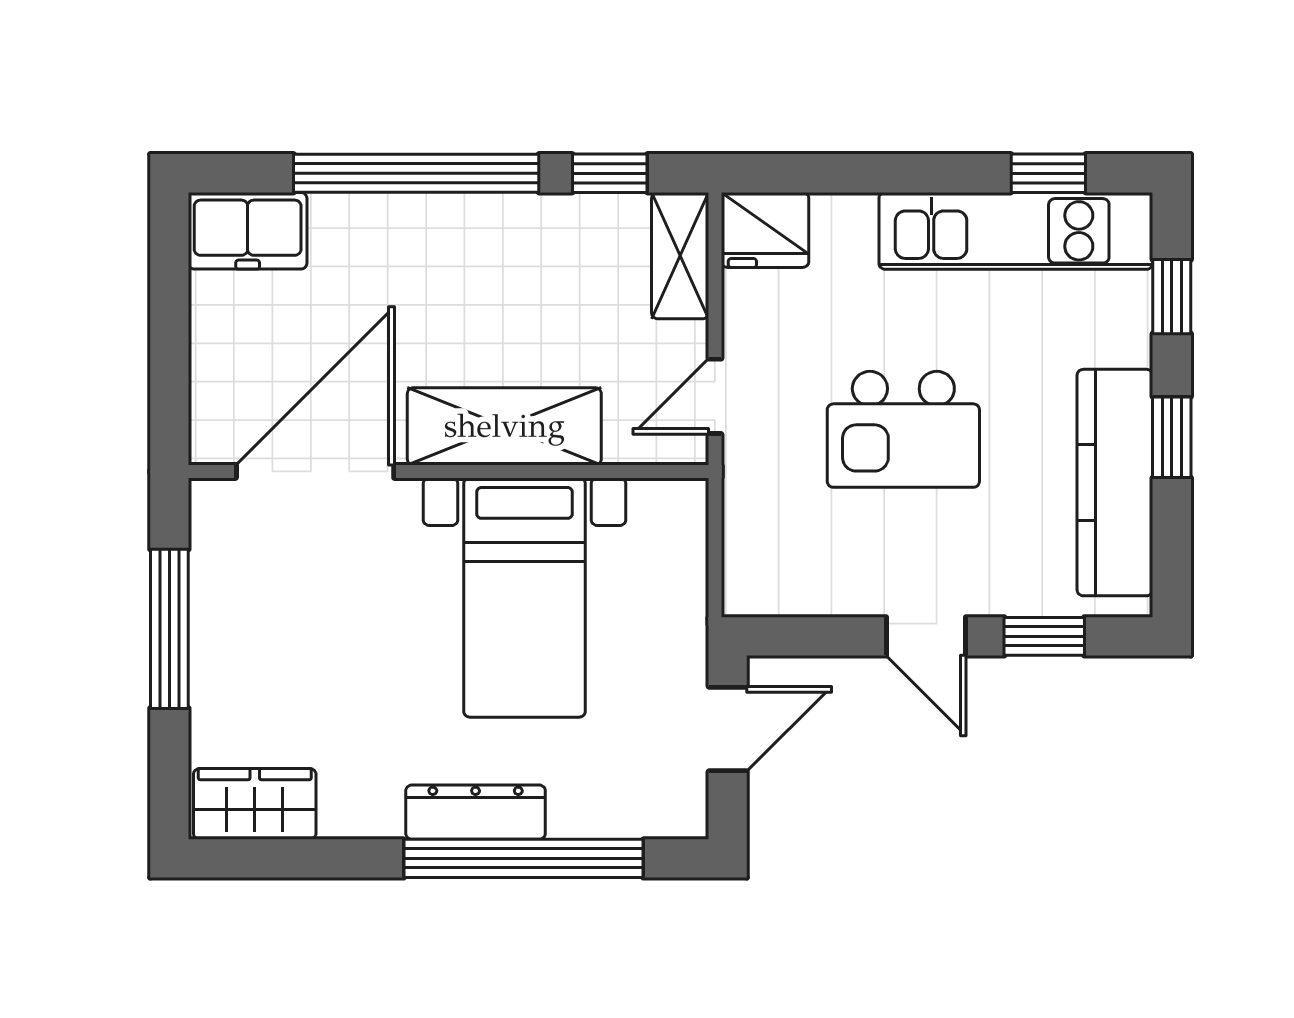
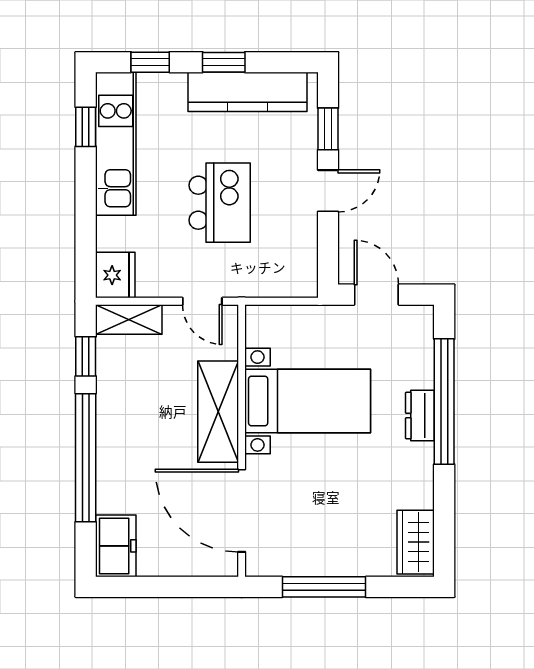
dresser: (476, 812) -> (420, 416), width x0.70

